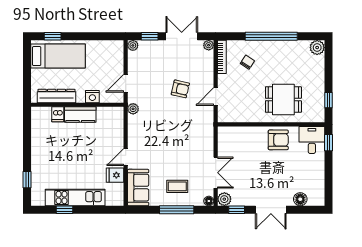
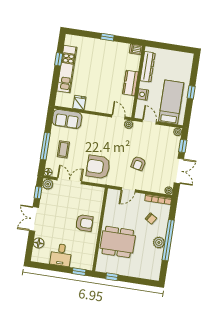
window: (53, 36) -> (191, 92), moved
plant: (317, 48) -> (159, 242), moved
bed: (58, 56) -> (171, 102), moved, turned 180
door: (216, 96) -> (128, 190), swing flipped
dining table: (283, 100) -> (118, 242), width x1.38
dishwasher: (58, 114) -> (136, 49), moved
armchair: (193, 139) -> (98, 167), added
armchair: (278, 140) -> (84, 223), moved, turned -90
desk: (312, 140) -> (61, 255), moved, turned 90
door: (126, 157) -> (118, 117), moved
double door: (216, 173) -> (69, 181), swing flipped
window: (27, 180) -> (107, 37), moved

